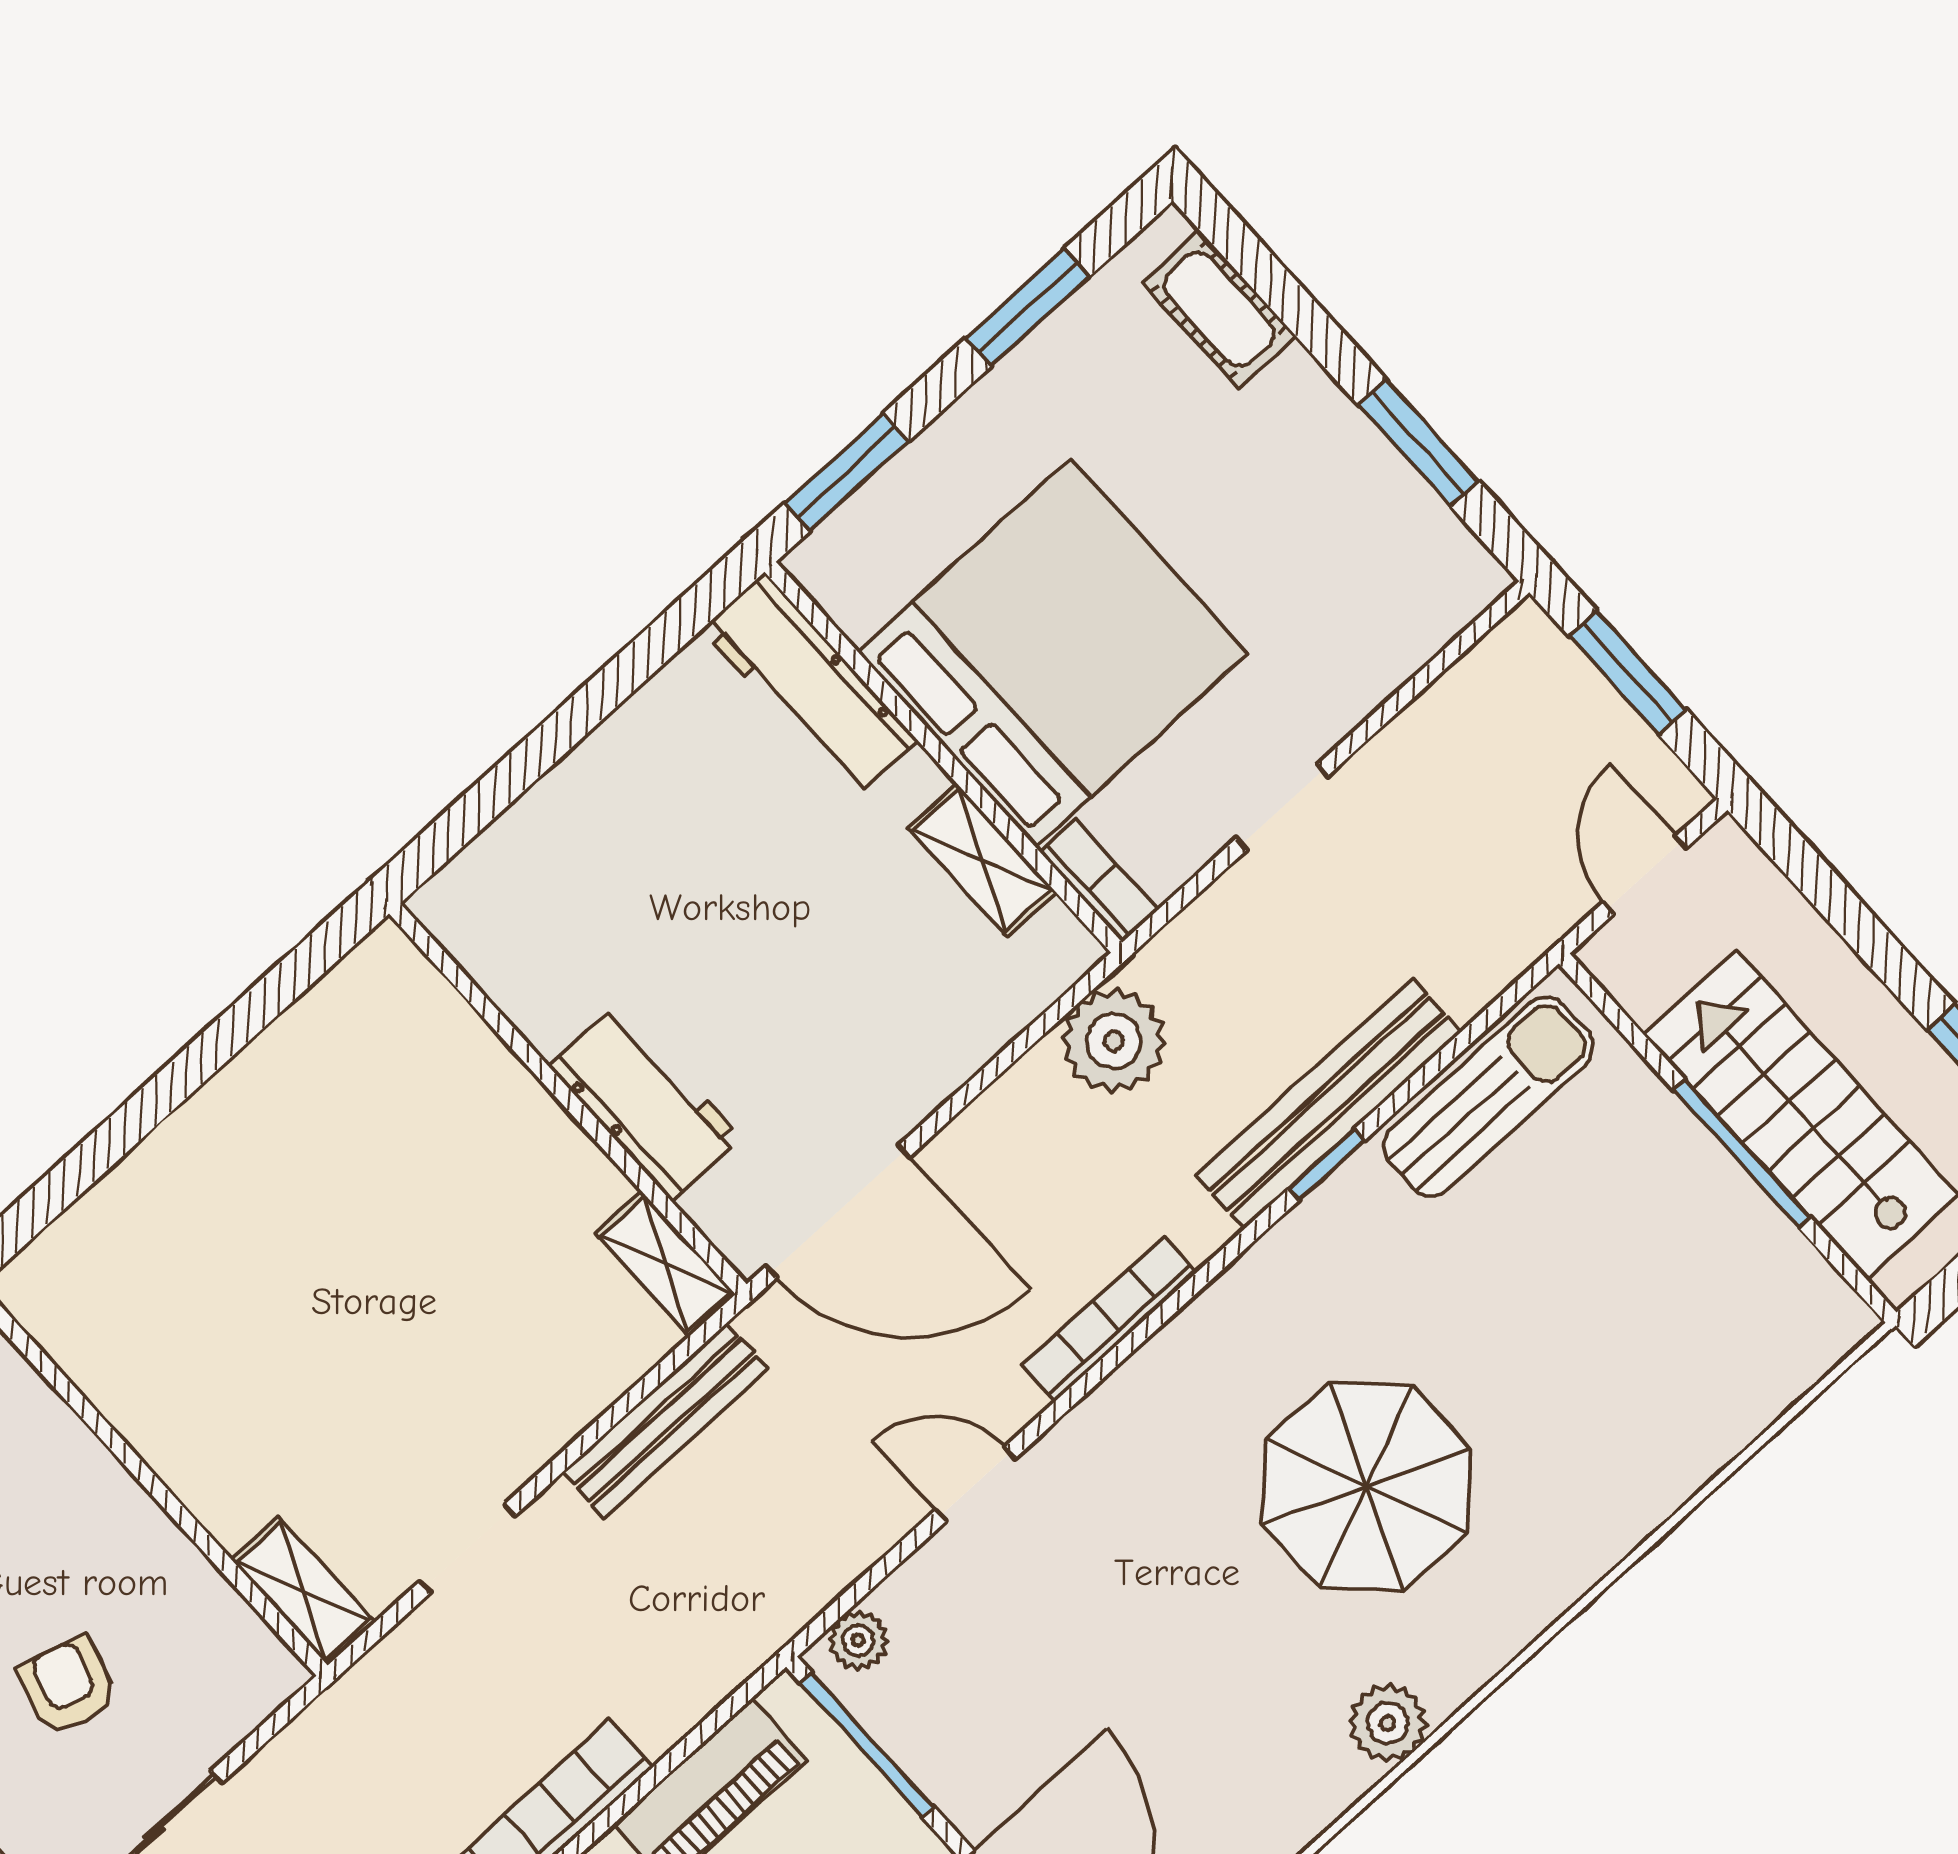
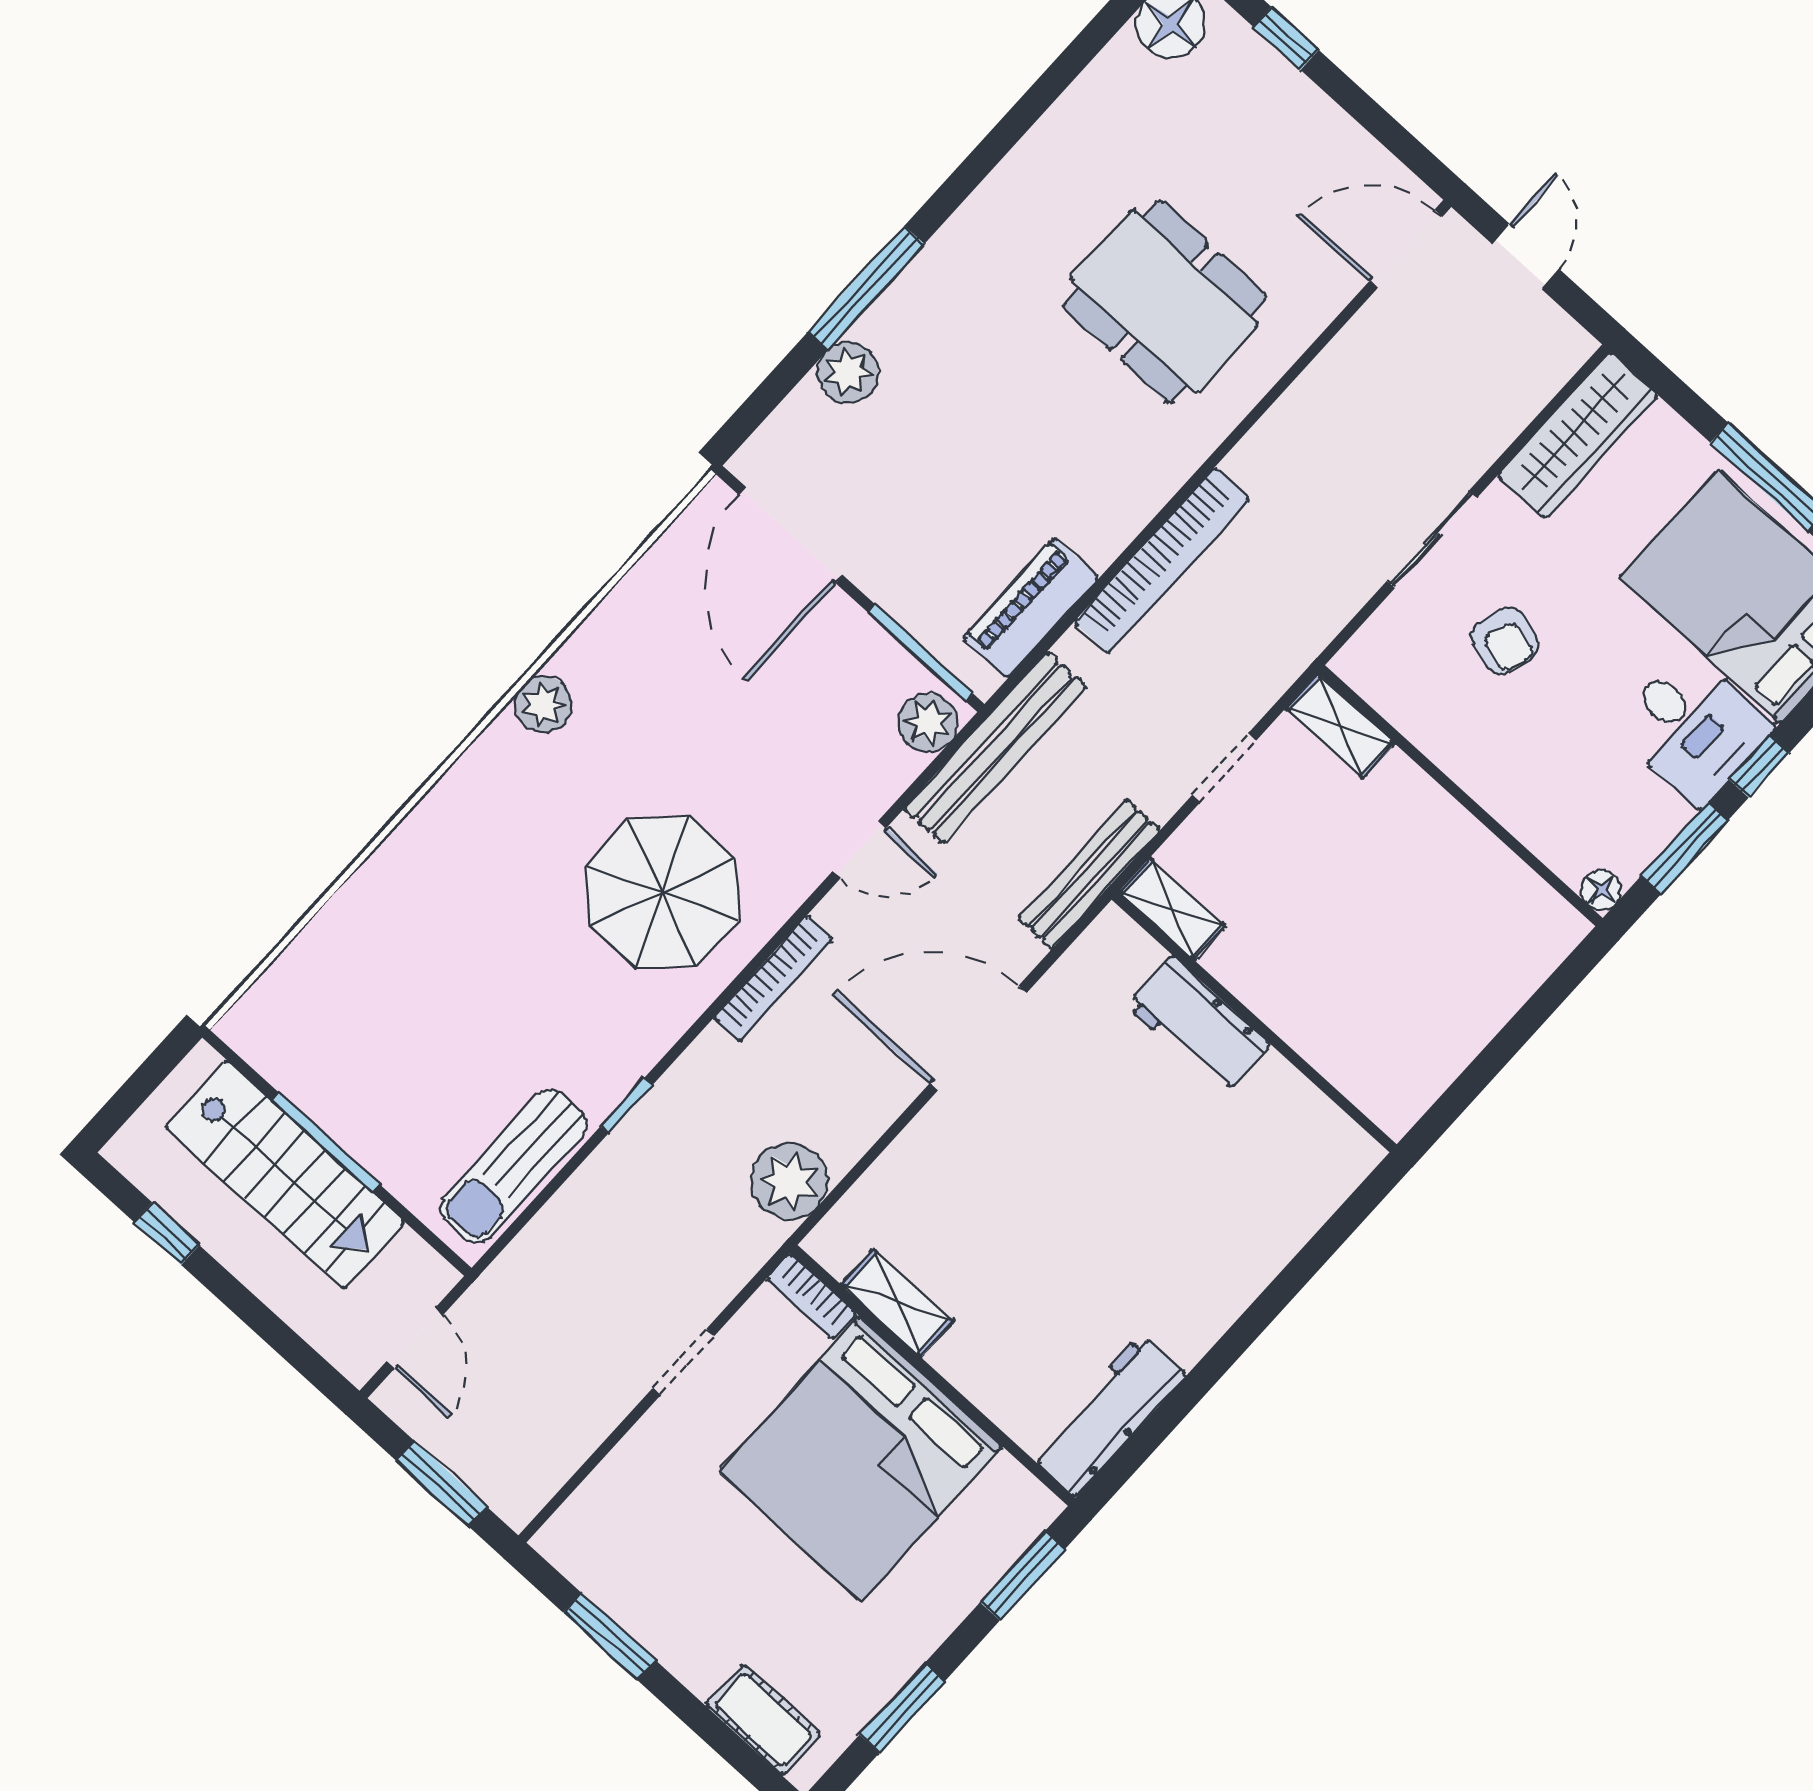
workbench: (810, 685) -> (1108, 1415), moved, turned -90
wall: (568, 1099) -> (1254, 1022), moved
workbench: (645, 1102) -> (1198, 1025), moved
bench: (1329, 1104) -> (995, 748), moved
shelving: (665, 1264) -> (1172, 909), moved
parasol: (1366, 1487) -> (662, 892), moved
plant: (858, 1640) -> (928, 723), width x1.38, depth x1.38

